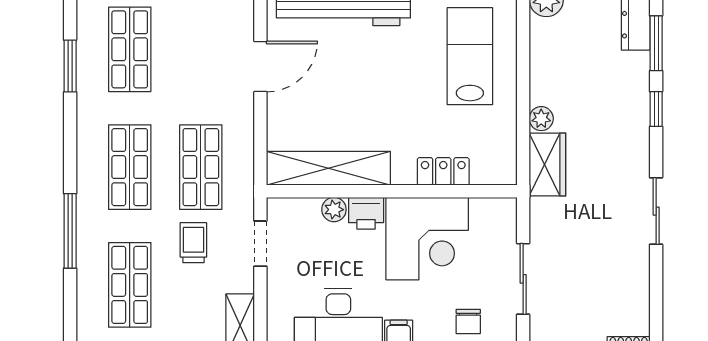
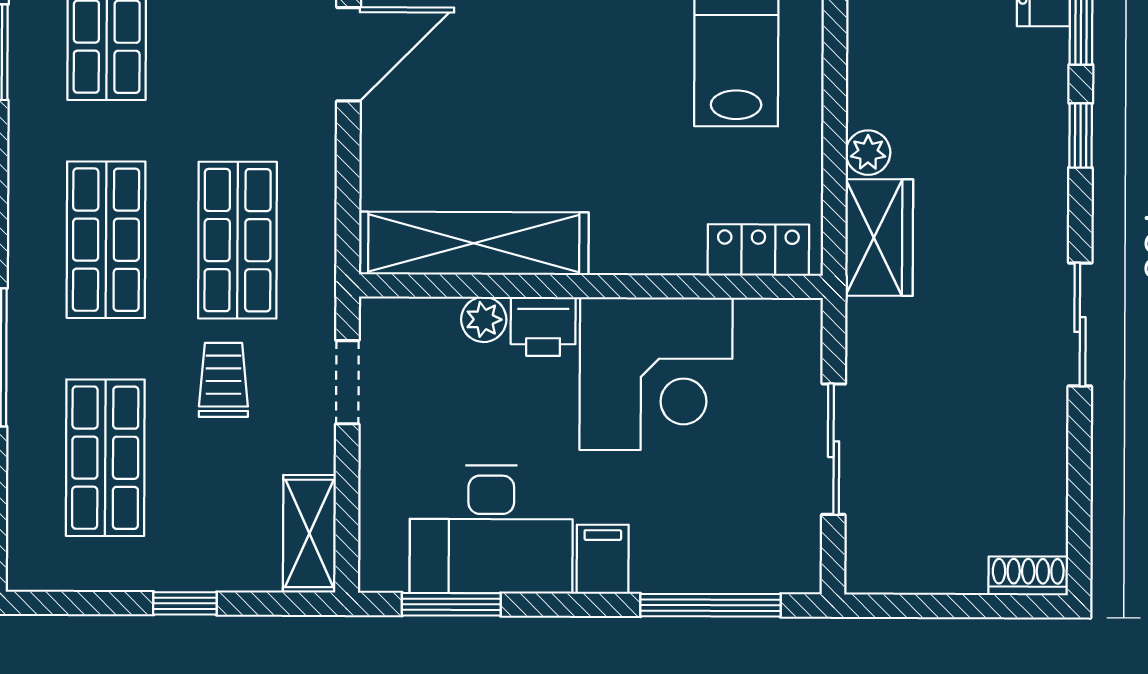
locker: (443, 171) -> (758, 250), moved
chair: (468, 322) -> (732, 528), removed

